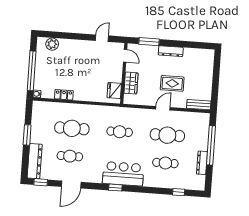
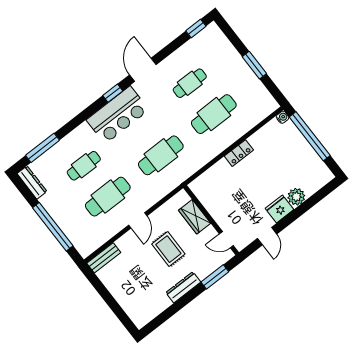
plant: (52, 44) -> (296, 197), moved
rug: (172, 83) -> (168, 249), moved, turned 90
fridge: (114, 90) -> (279, 209), moved, turned -90
locker: (64, 95) -> (239, 153), moved
cafe table: (120, 132) -> (161, 155), width x1.37, depth x1.35
dresser: (35, 161) -> (222, 45), removed
dresser: (202, 163) -> (32, 182), moved
door: (71, 184) -> (143, 70), moved
window: (179, 192) -> (43, 148), width x2.17

